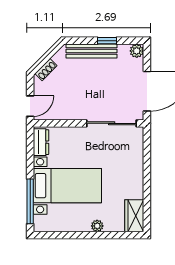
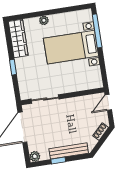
sliding door: (112, 123) -> (45, 99), width x0.73
dresser: (41, 142) -> (96, 77), removed
window: (147, 171) -> (13, 67), added
wardrobe: (134, 216) -> (18, 38), width x1.50

